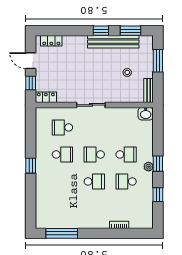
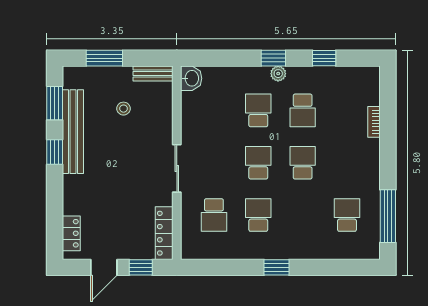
locker: (46, 97) -> (164, 233), width x1.53
school desk: (94, 154) -> (258, 163), turned 180
school desk: (62, 208) -> (347, 215), added

